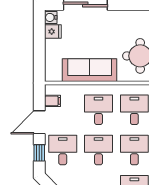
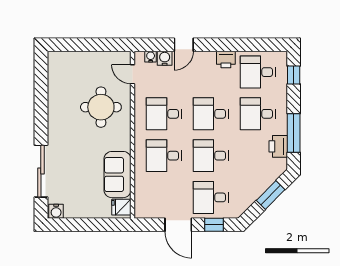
fridge: (53, 32) -> (121, 207), moved, turned -90
sofa: (90, 70) -> (118, 175), width x0.73
filing cabinet: (53, 101) -> (153, 209), removed

